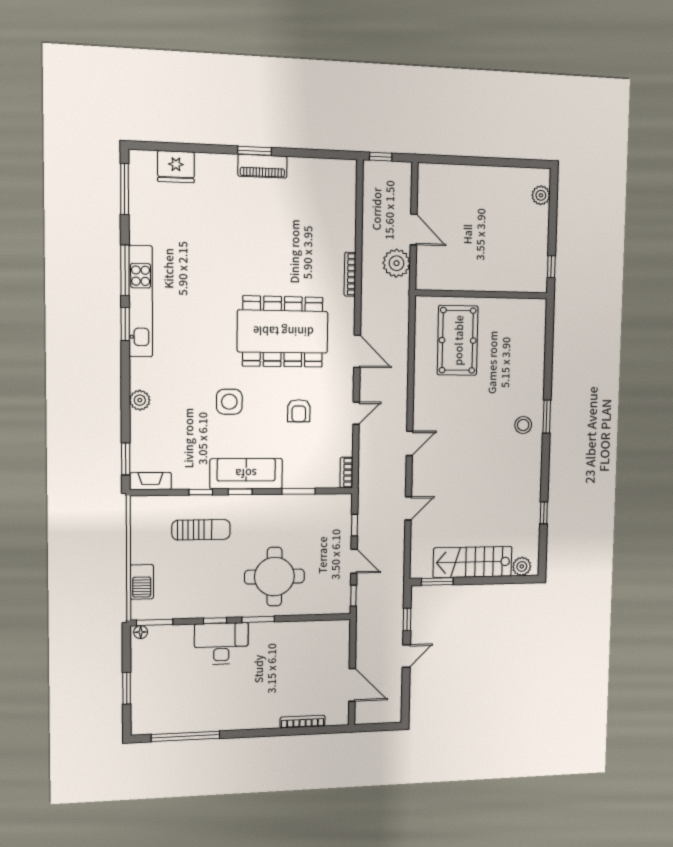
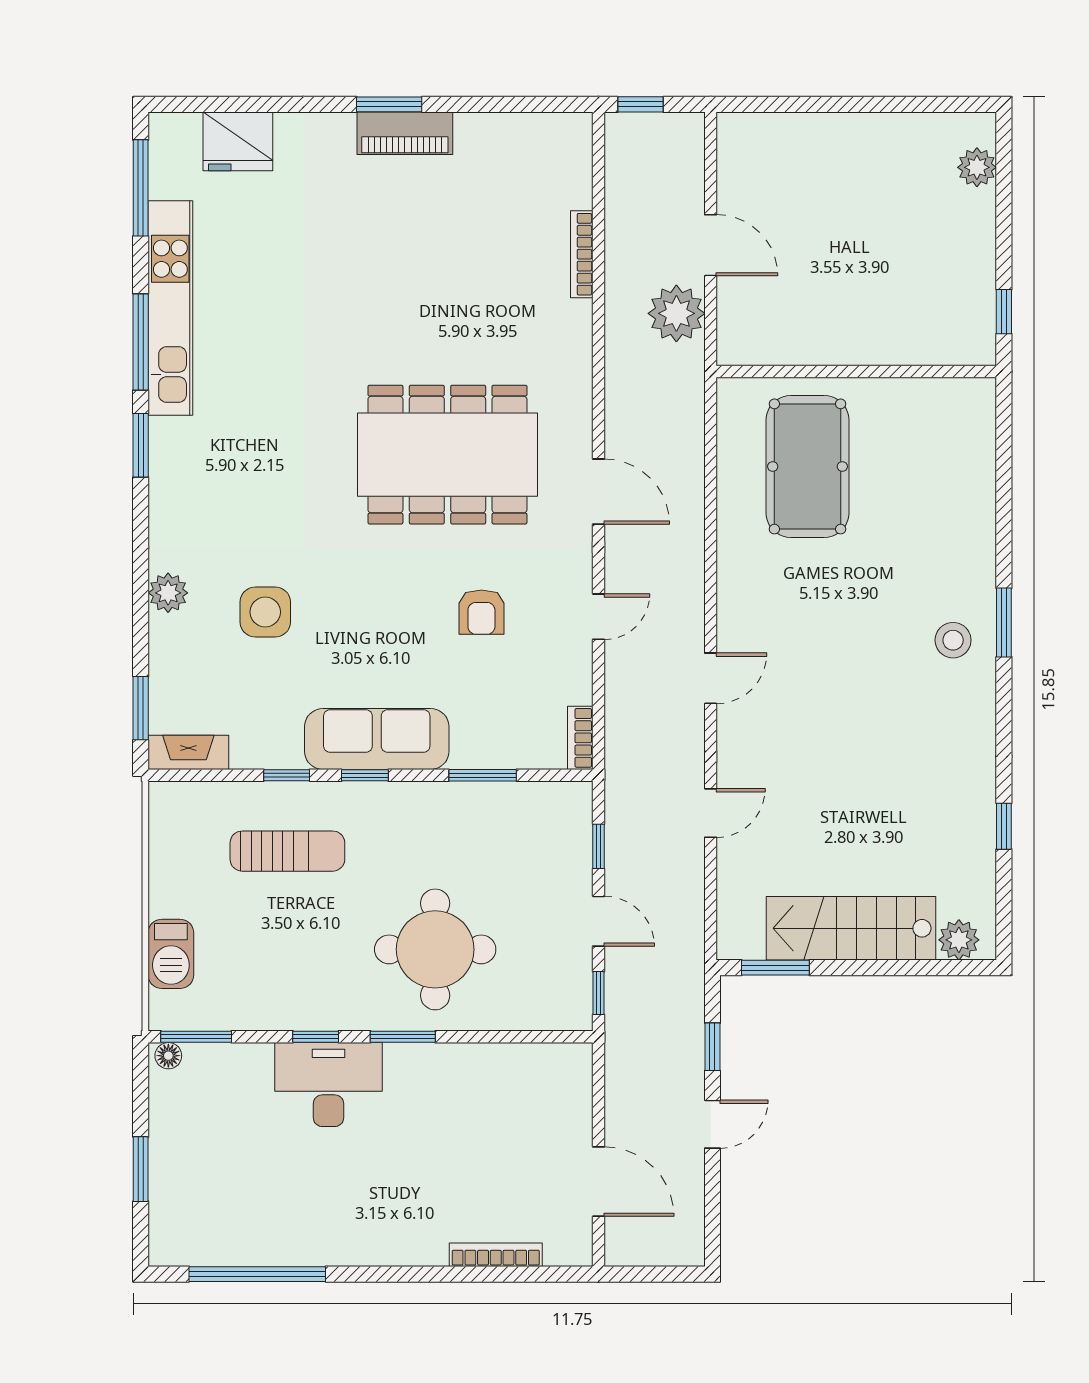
bookcase: (350, 274) -> (582, 254), moved
kitchen unit: (141, 301) -> (170, 308), moved
side table: (229, 402) -> (265, 612), moved

